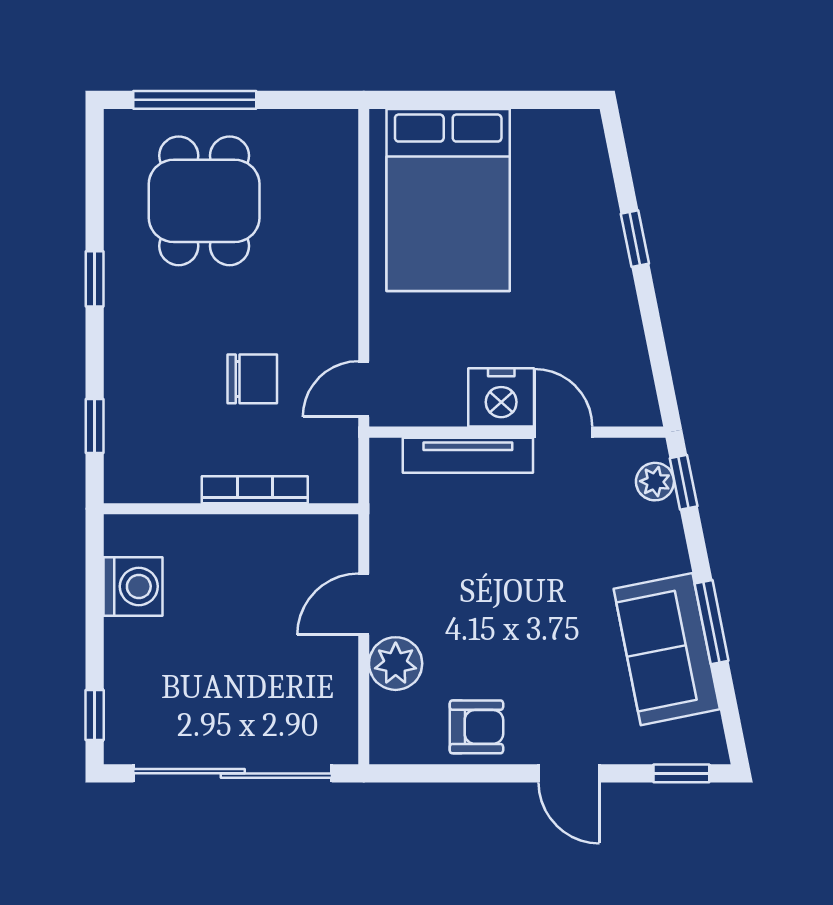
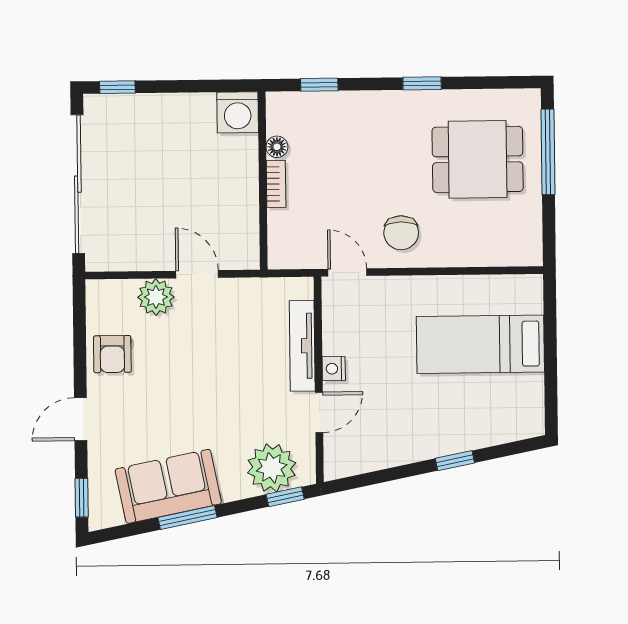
bed: (448, 200) -> (480, 344), width x0.67
chair: (252, 379) -> (401, 233), moved
nightstand: (501, 397) -> (334, 369), width x0.53, depth x0.56
plant: (655, 482) -> (272, 468), width x1.88, depth x1.88
floor lamp: (183, 488) -> (277, 147), added
bookcase: (255, 490) -> (276, 184), width x0.64
washing machine: (133, 586) -> (238, 112), moved

